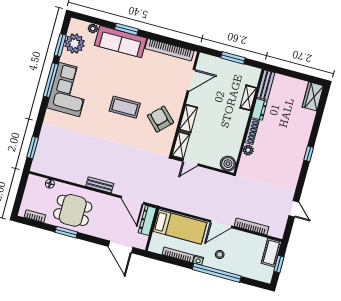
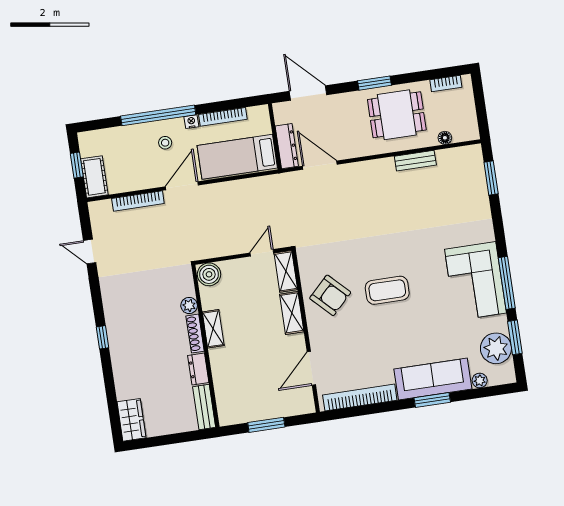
shelving: (248, 98) -> (213, 329), moved
bench: (100, 185) -> (415, 161), moved
window: (66, 232) -> (374, 83), moved

